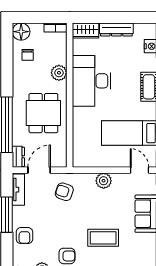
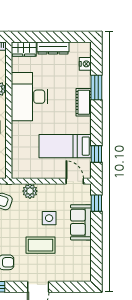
plant: (104, 181) -> (30, 191), moved
side table: (112, 209) -> (49, 218), added

